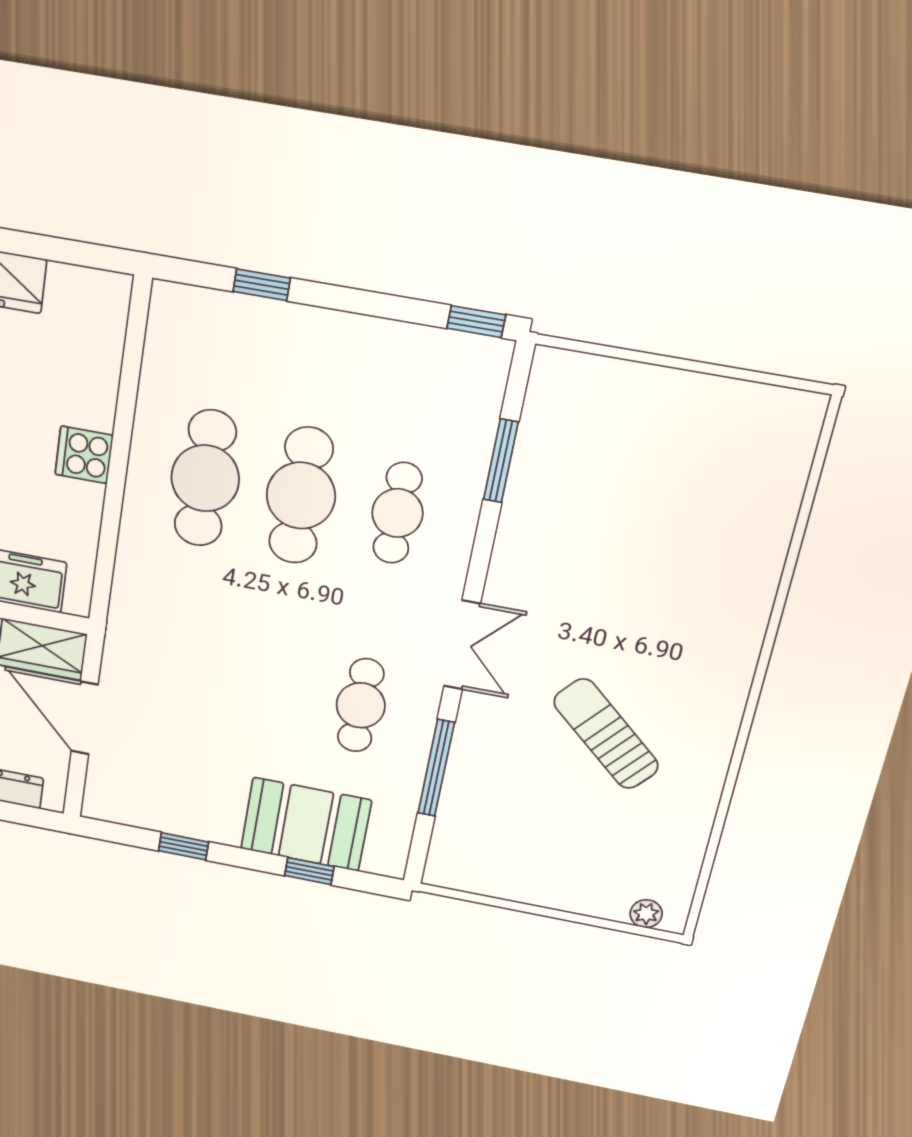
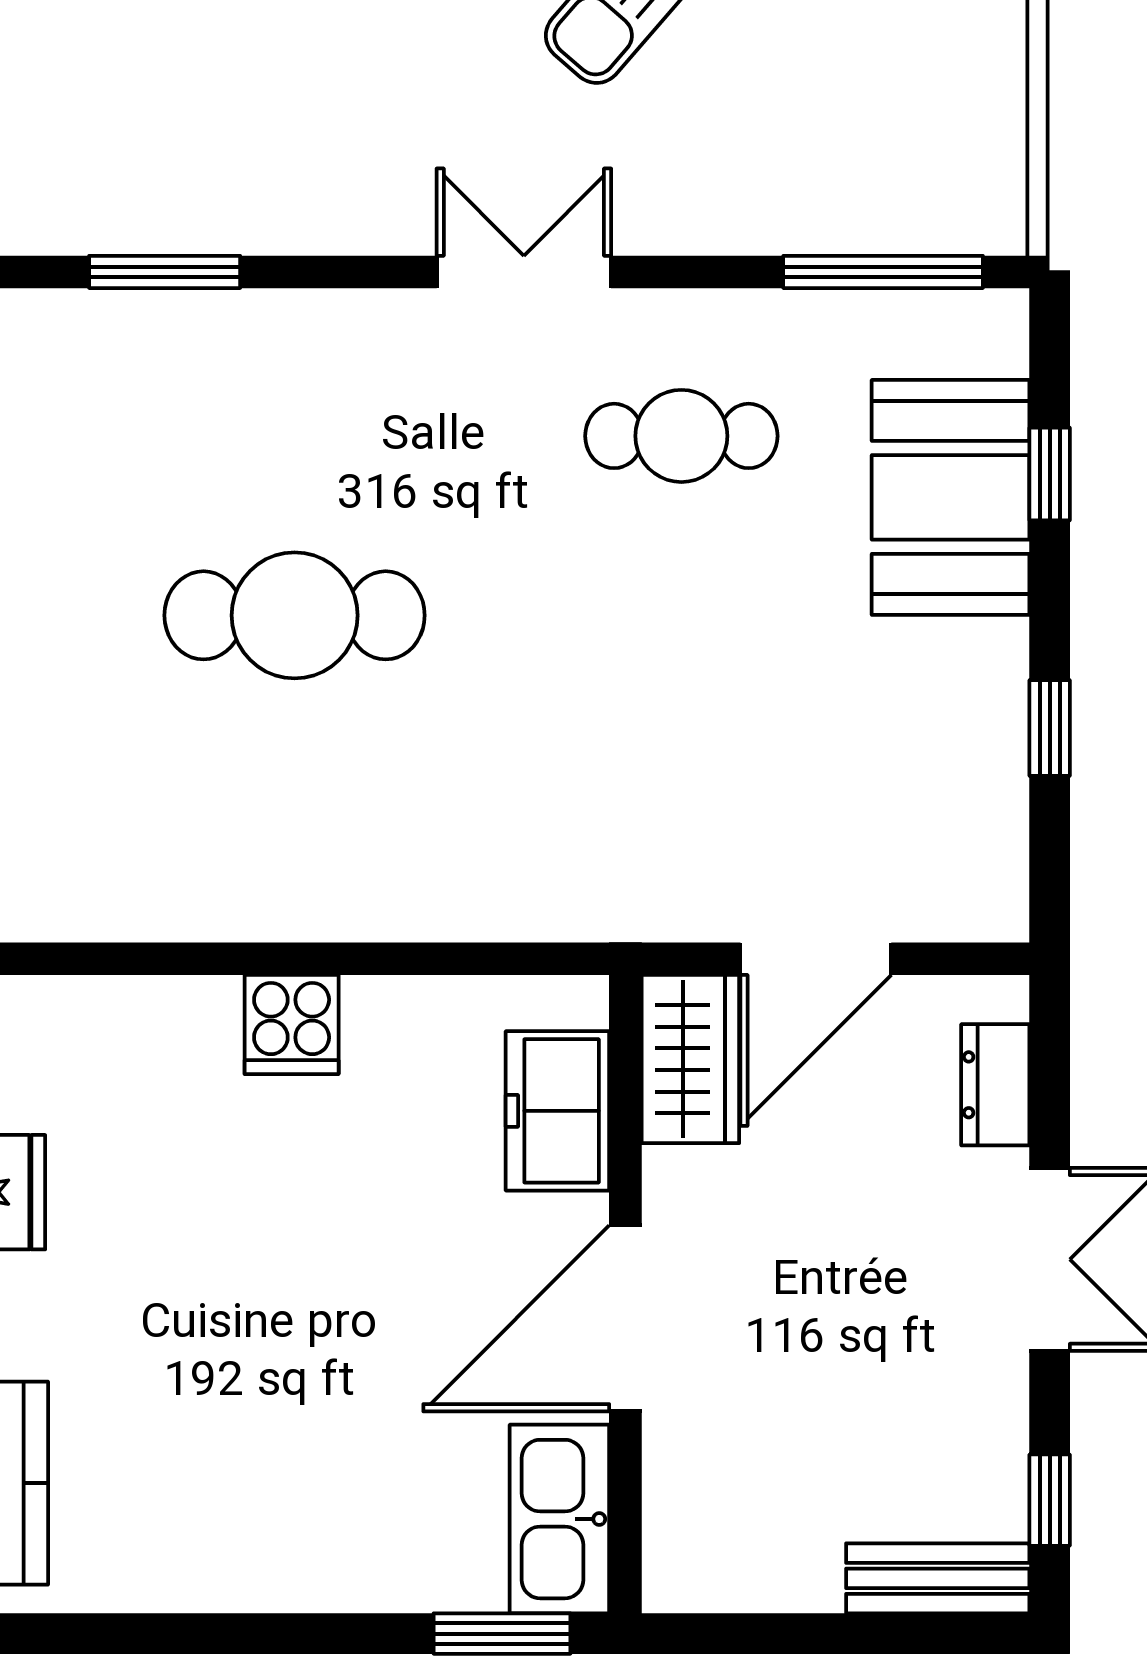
cafe table: (205, 478) -> (295, 795), removed
cafe table: (397, 513) -> (295, 436), removed
window: (436, 768) -> (883, 272), moved

